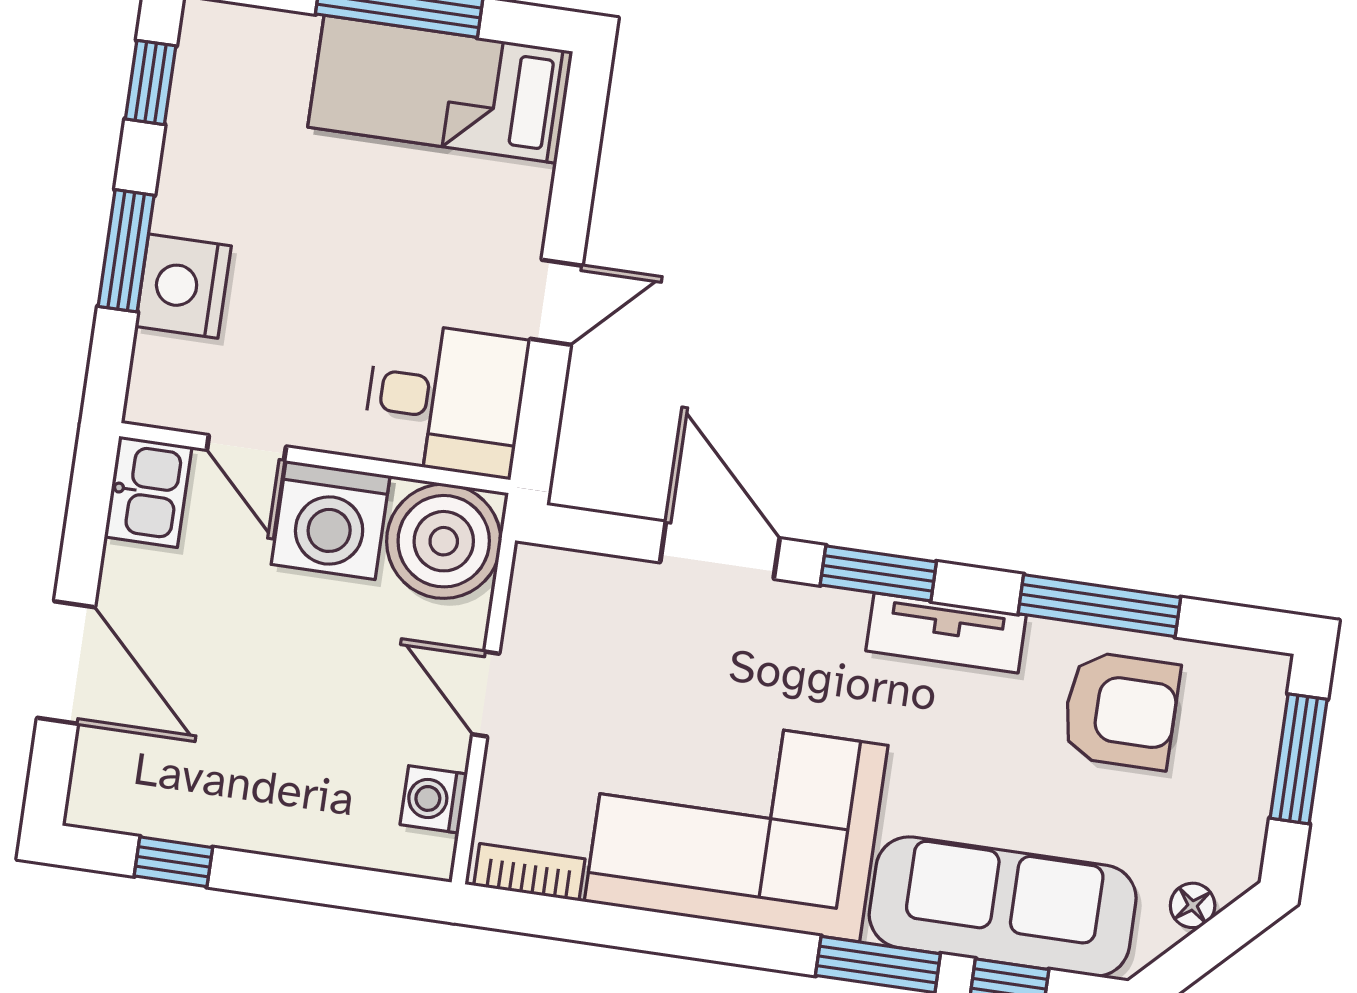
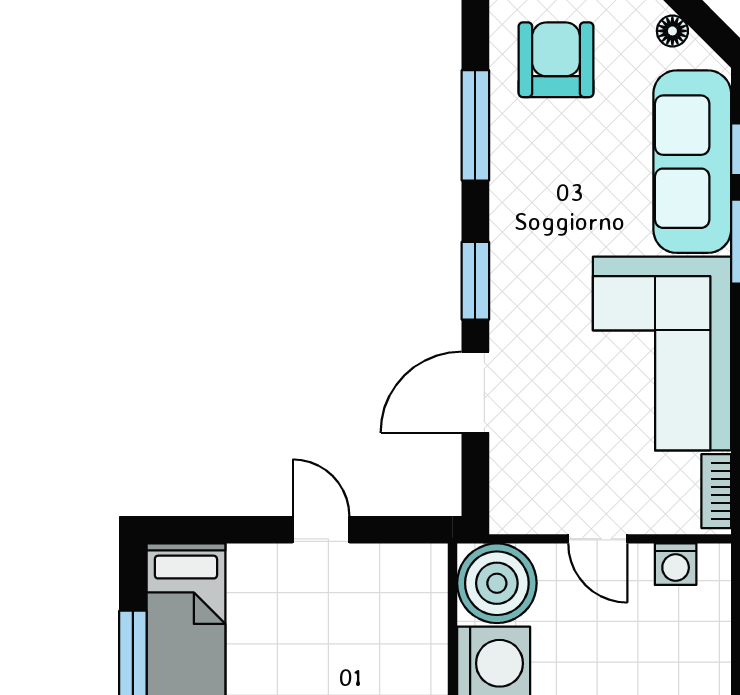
desk: (445, 399) -> (399, 596), removed
tv unit: (946, 633) -> (509, 228), removed
door: (486, 694) -> (598, 539), hinge flipped
armchair: (1121, 710) -> (556, 60), moved

